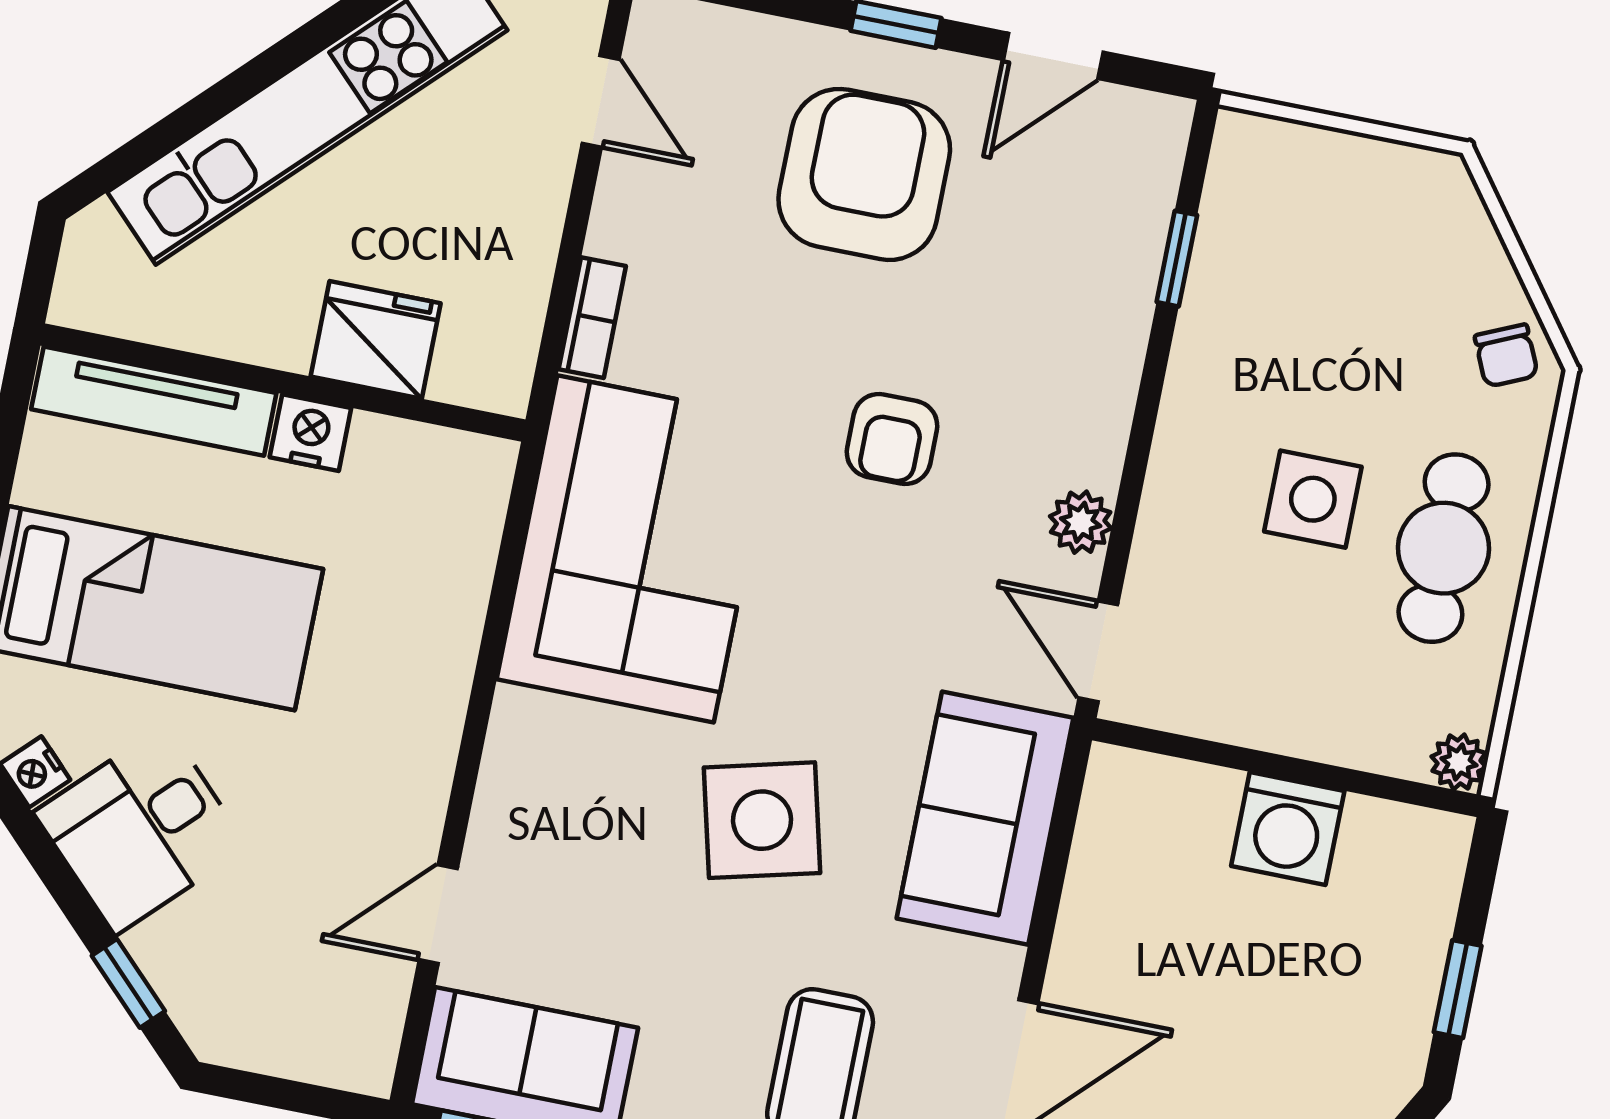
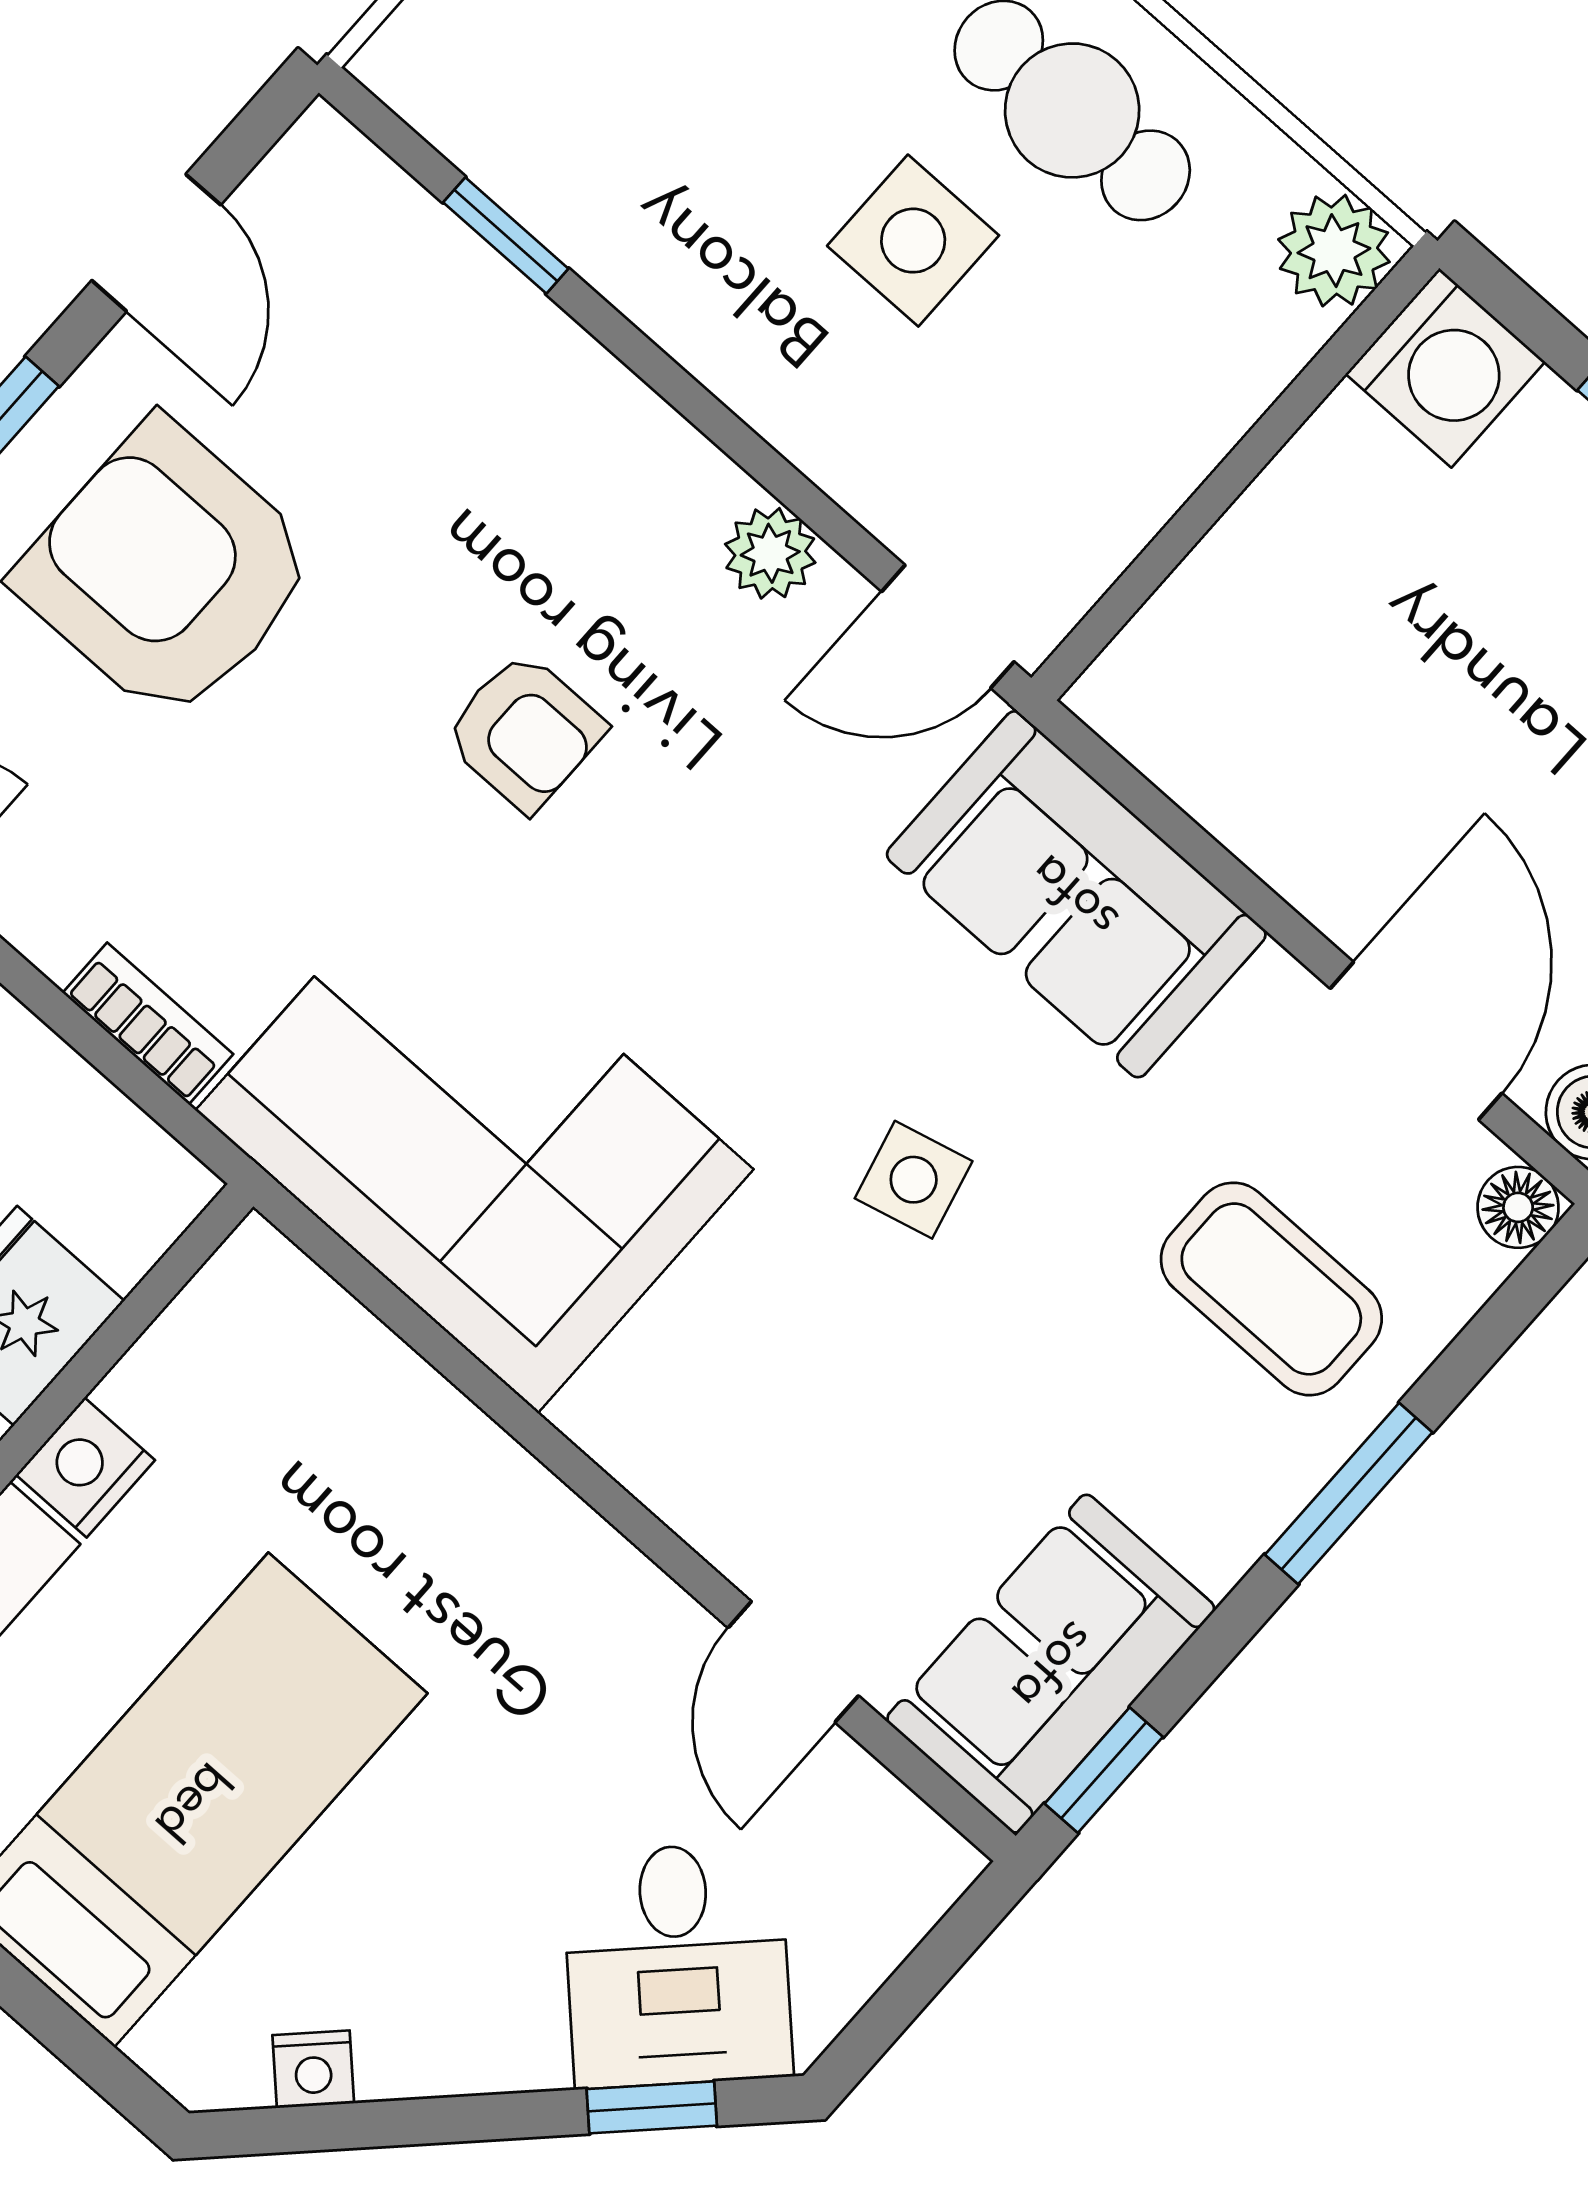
plant: (1459, 762) -> (1334, 251), width x1.38, depth x1.38
side table: (762, 820) -> (914, 1180), width x0.54, depth x0.54
washing machine: (1288, 829) -> (1445, 368), moved
desk: (141, 830) -> (677, 1965), moved

